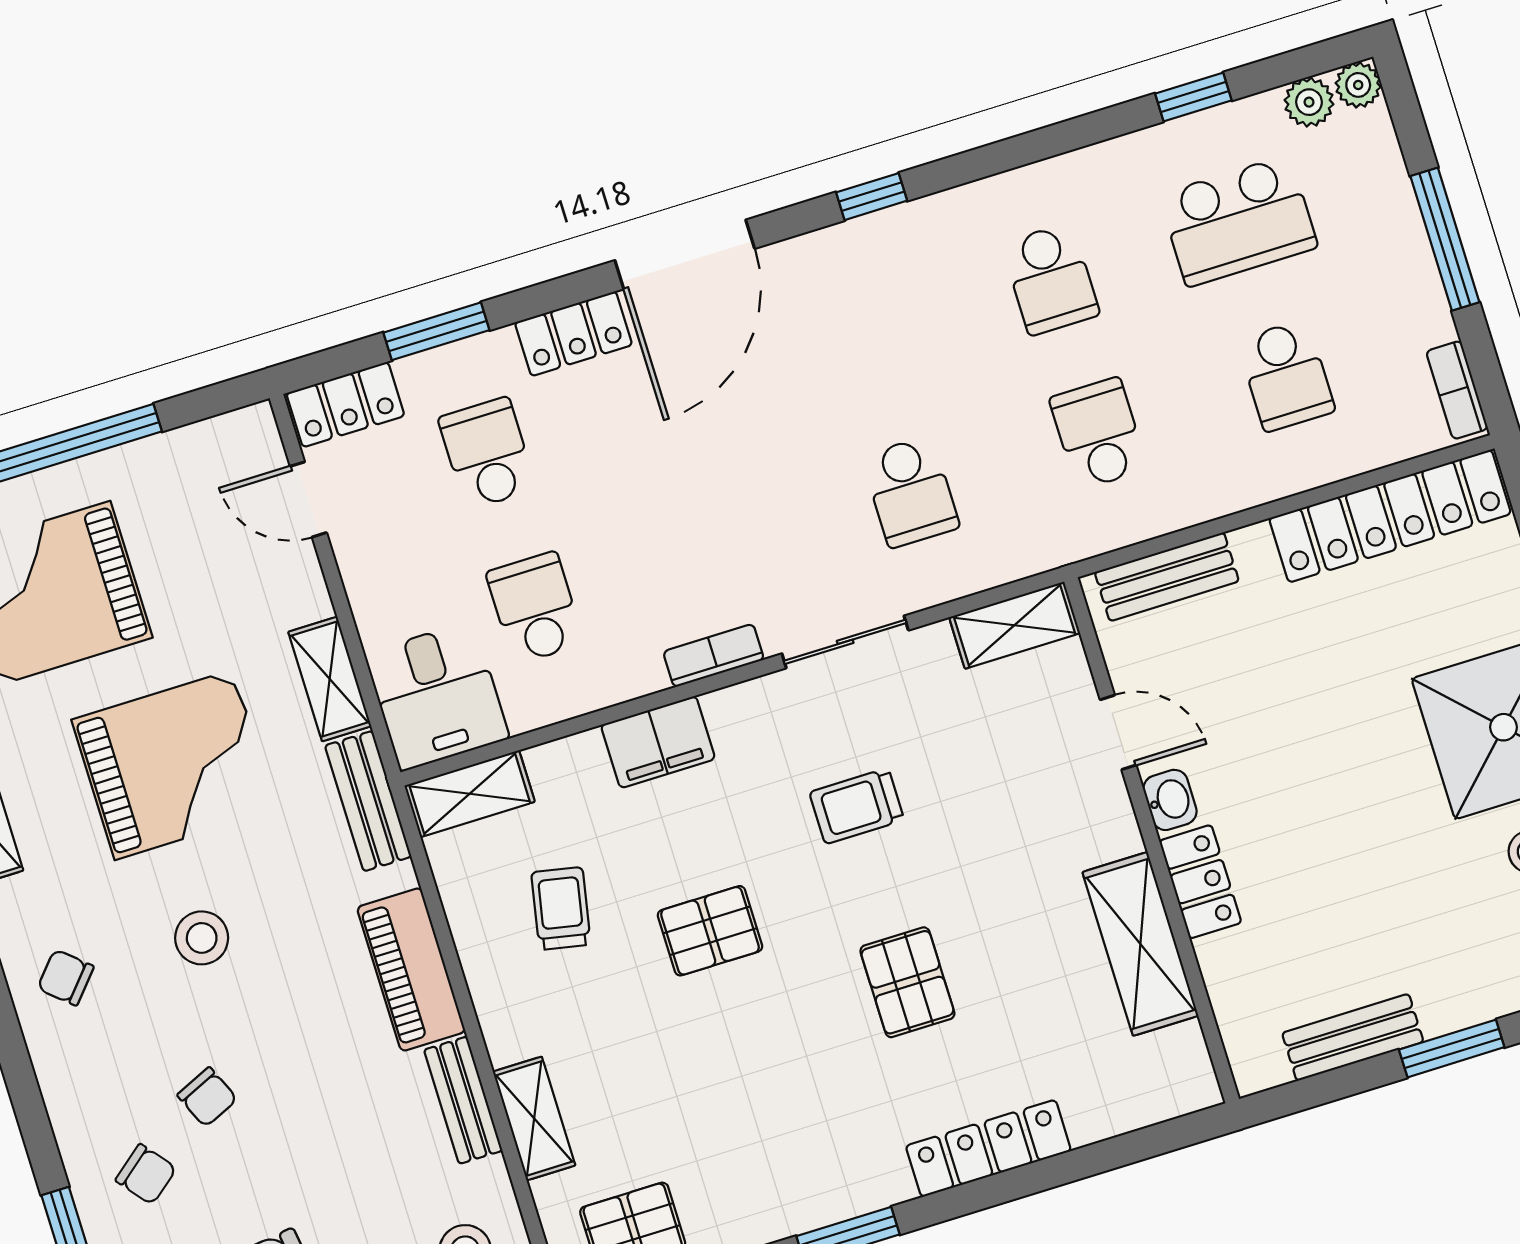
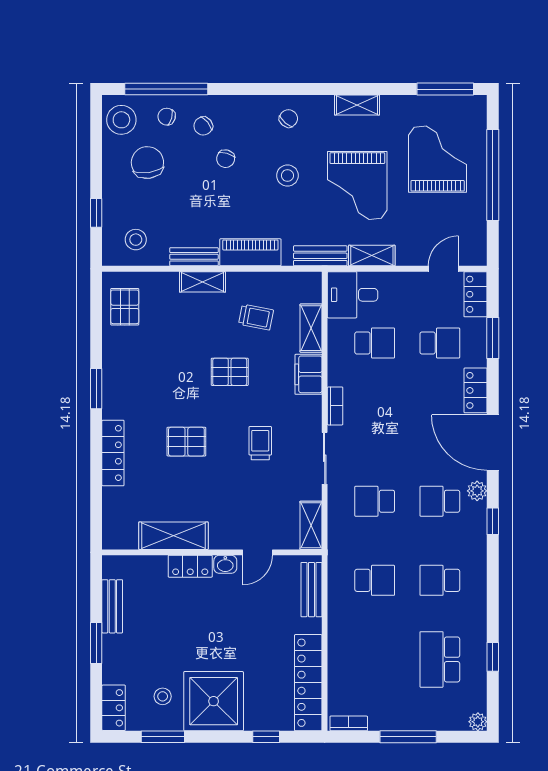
plant: (1309, 102) -> (477, 491), moved
school desk: (1286, 375) -> (440, 501), moved
shelving: (470, 794) -> (311, 328), moved
pallet: (710, 931) -> (230, 372), turned 90
chair: (207, 1097) -> (226, 159), turned -50
shelving: (534, 1118) -> (202, 282), moved

